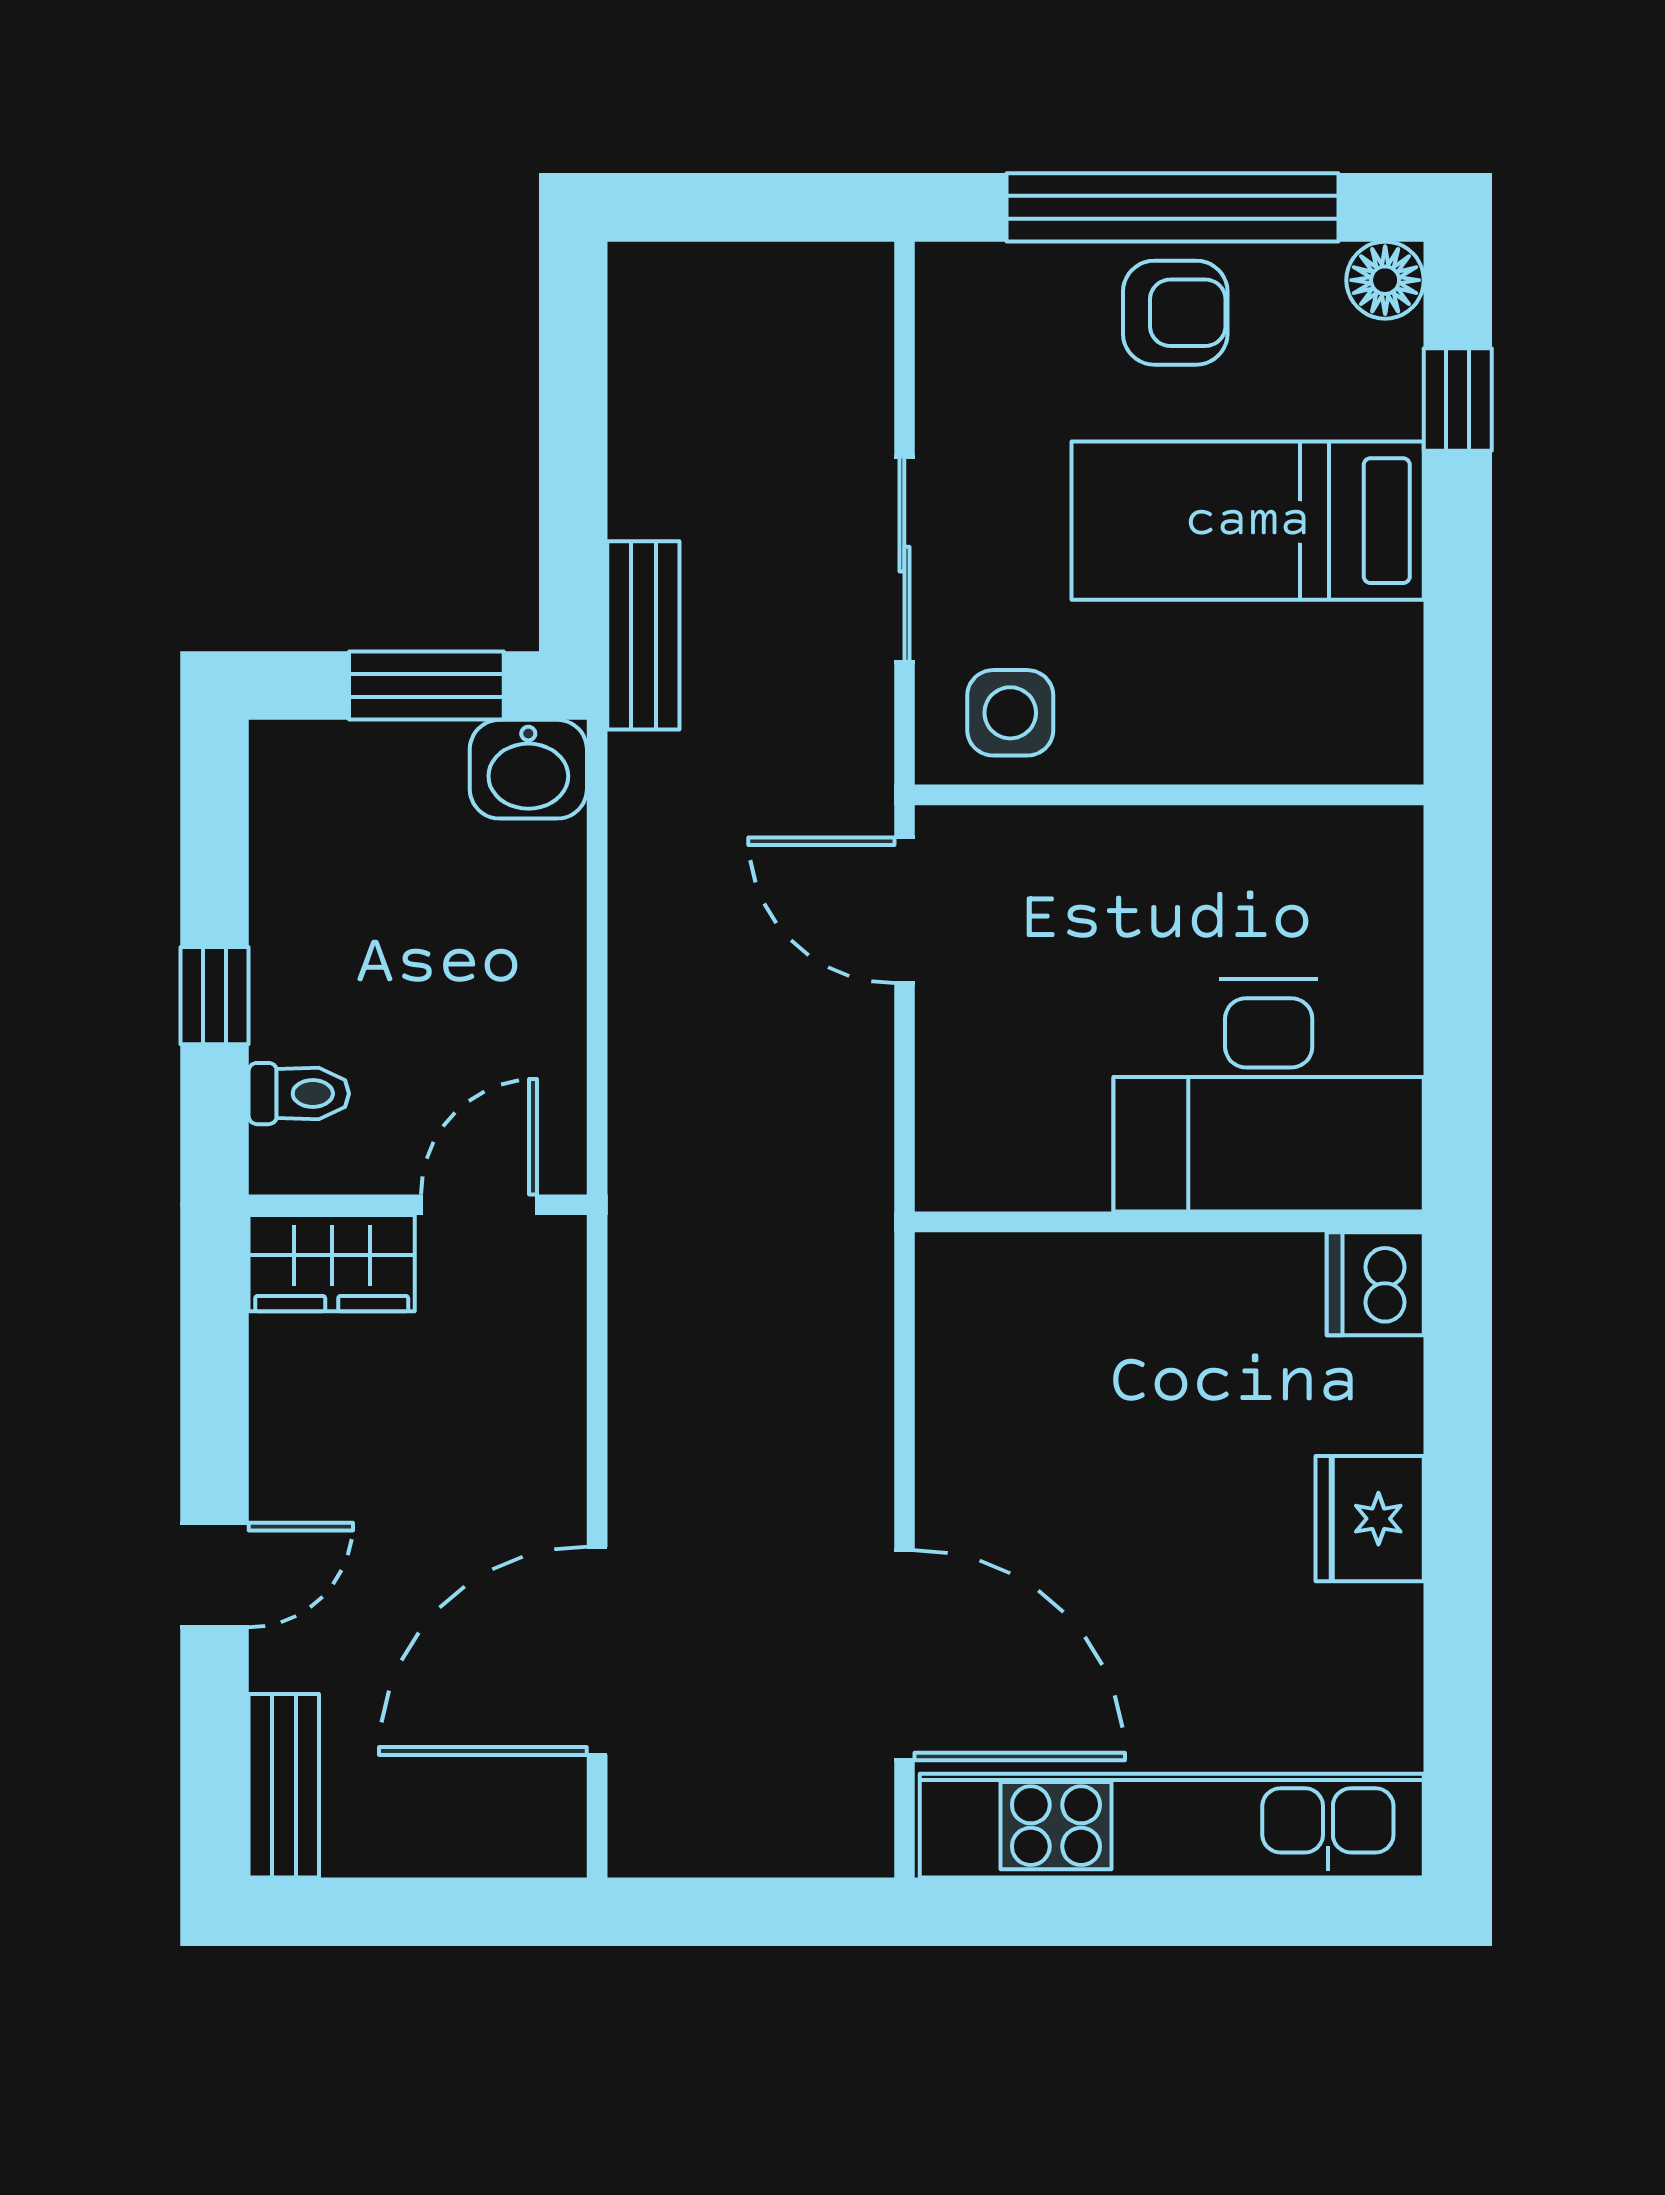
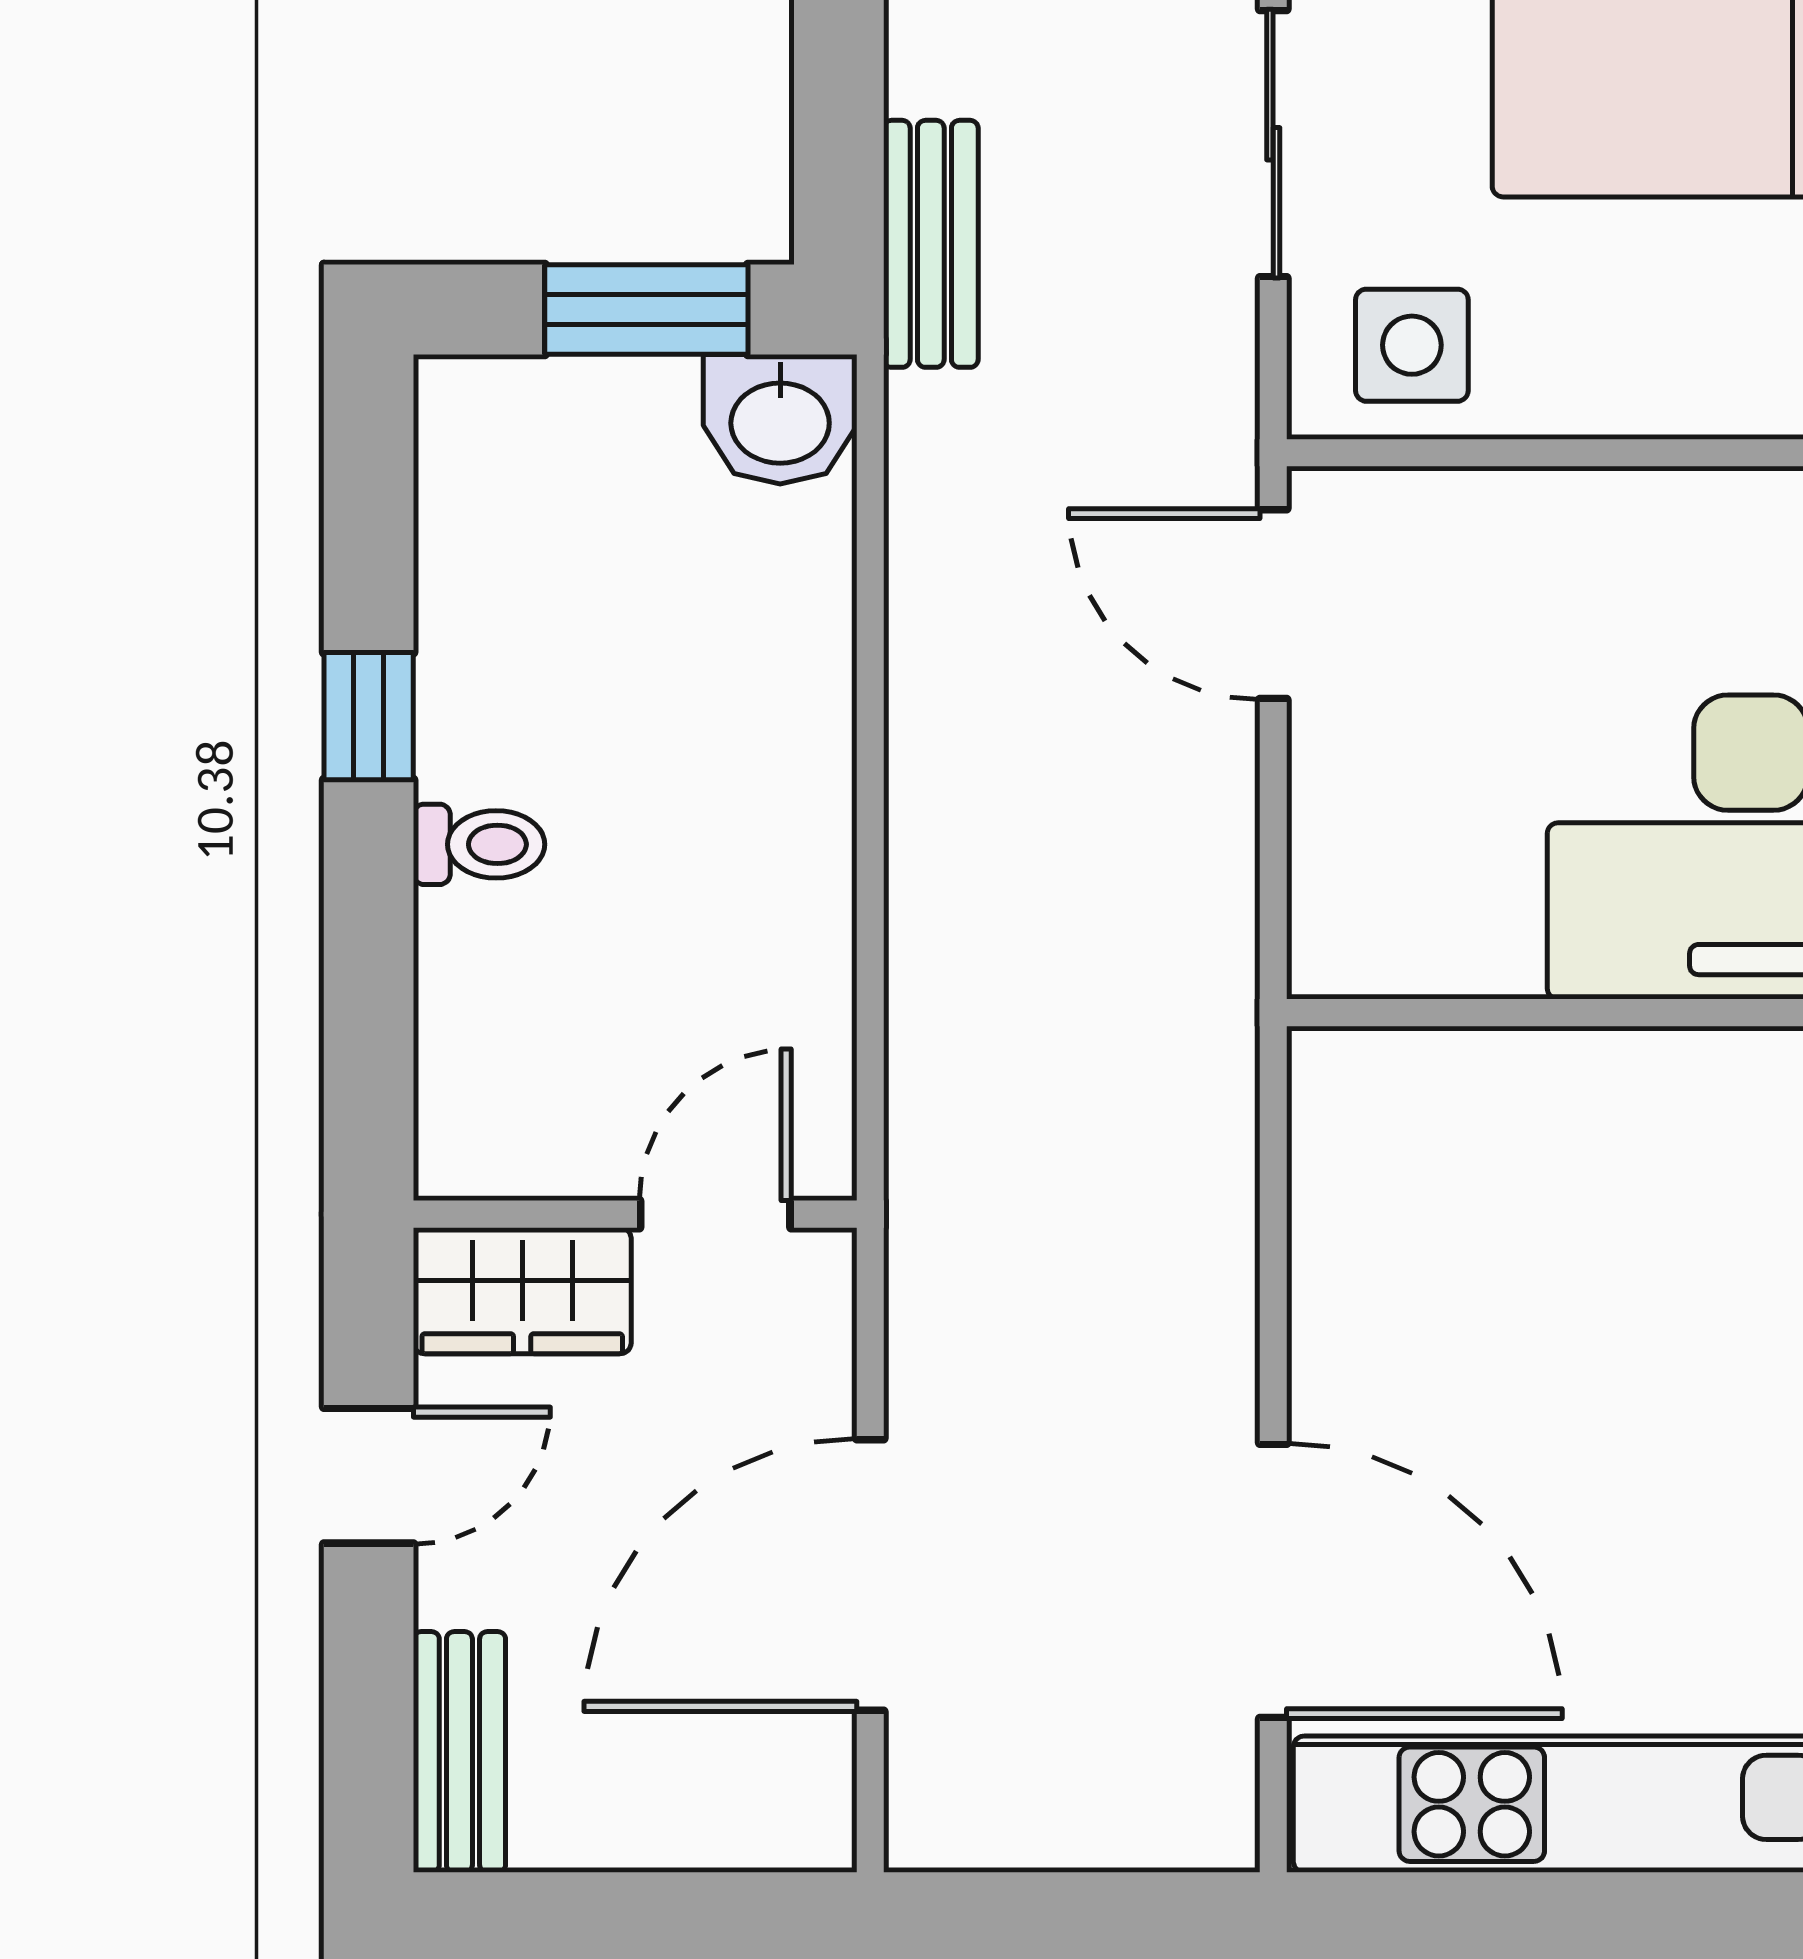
wall: (418, 1205) -> (635, 1214), moved
door: (479, 1205) -> (715, 1214), moved
wardrobe: (332, 1263) -> (522, 1291), moved

